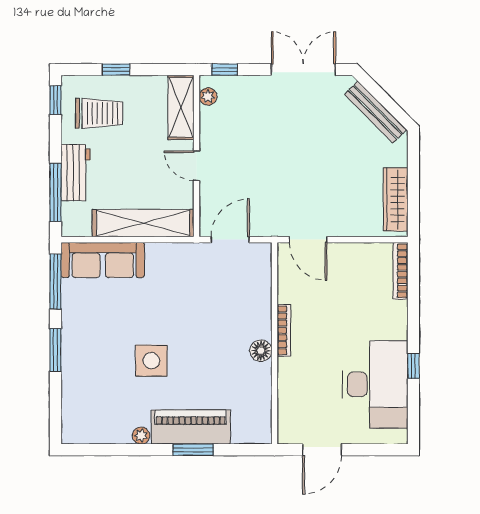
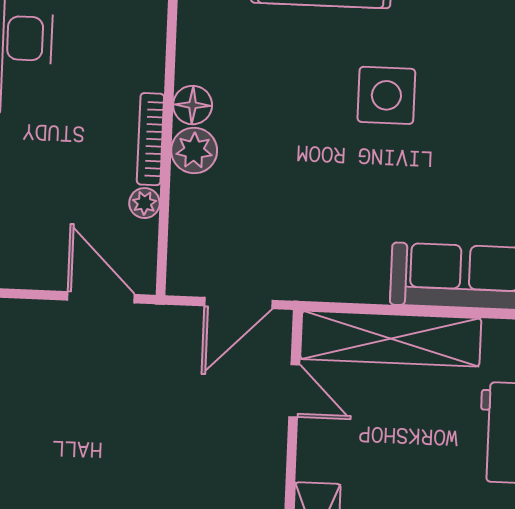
door: (197, 166) -> (294, 391), moved
plant: (286, 294) -> (144, 203), added
plant: (259, 325) -> (194, 151), added

